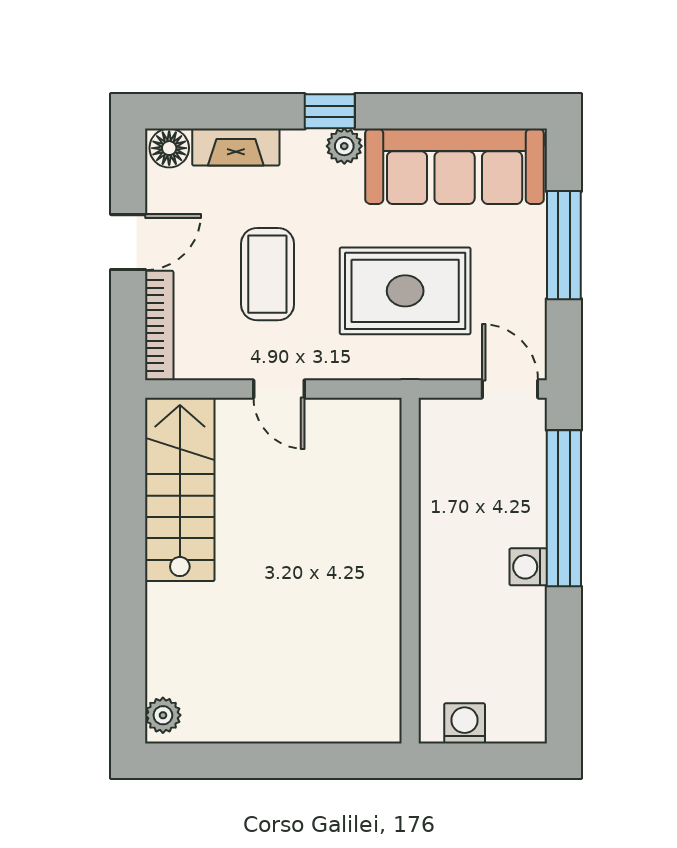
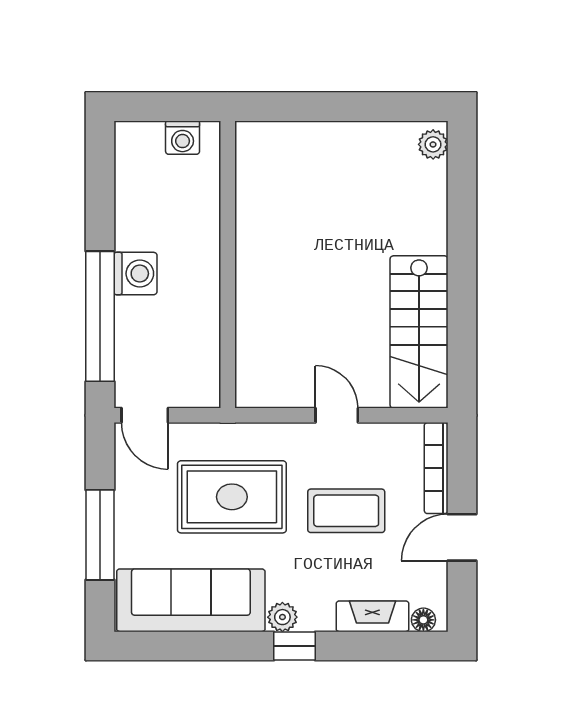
floor lamp: (169, 148) -> (423, 620), width x0.73, depth x0.73
coffee table: (267, 274) -> (346, 511), turned 90
washing machine: (528, 567) -> (136, 274), width x1.38, depth x1.38

